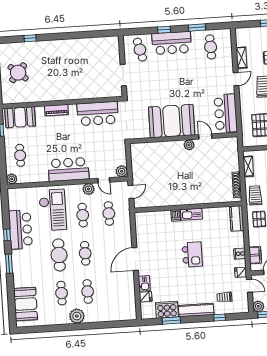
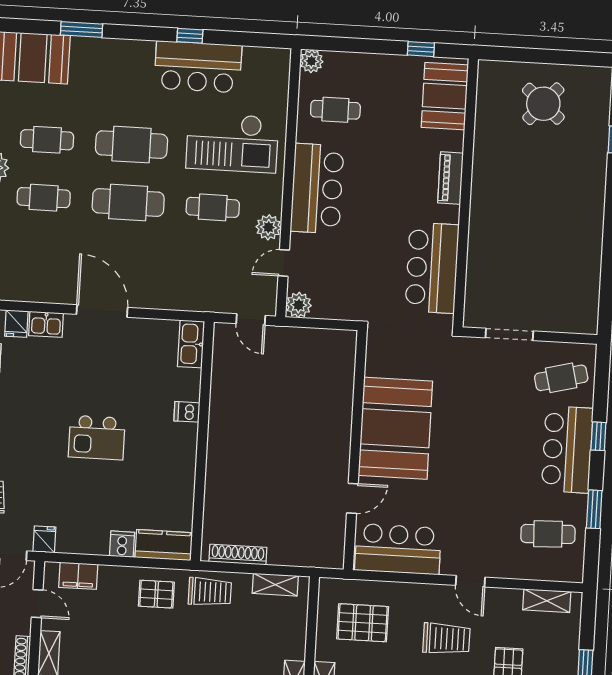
shelving: (241, 58) -> (547, 601), moved
plant: (189, 145) -> (339, 460), removed
cafe table: (20, 155) -> (335, 110), moved
cafe table: (109, 213) -> (209, 265), removed
kitchen sink: (191, 214) -> (191, 344), moved
cafe table: (85, 253) -> (128, 203), width x1.37, depth x1.35
cooker: (240, 254) -> (122, 544), moved
window: (9, 264) -> (82, 30), moved

